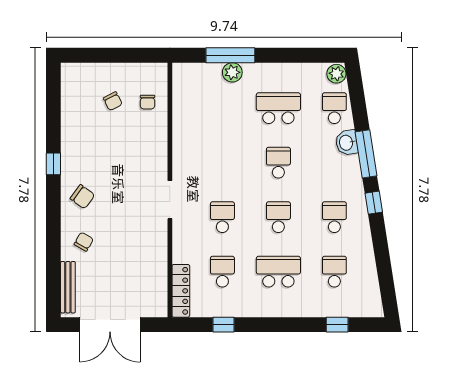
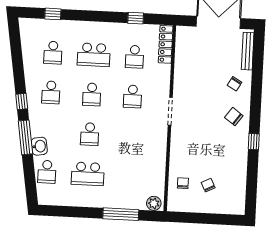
plant: (232, 72) -> (154, 203), moved
plant: (336, 74) -> (44, 197), removed

